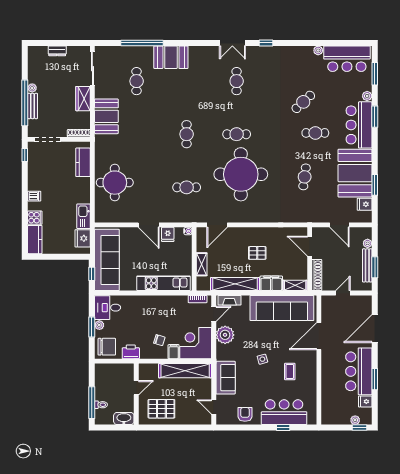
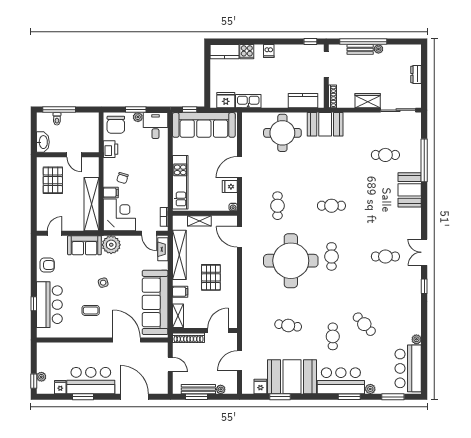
booth: (106, 116) -> (325, 124), moved
pallet: (257, 253) -> (211, 277), width x1.50, depth x1.42
filing cabinet: (271, 283) -> (180, 292), width x0.50
plant: (225, 335) -> (111, 245), moved

